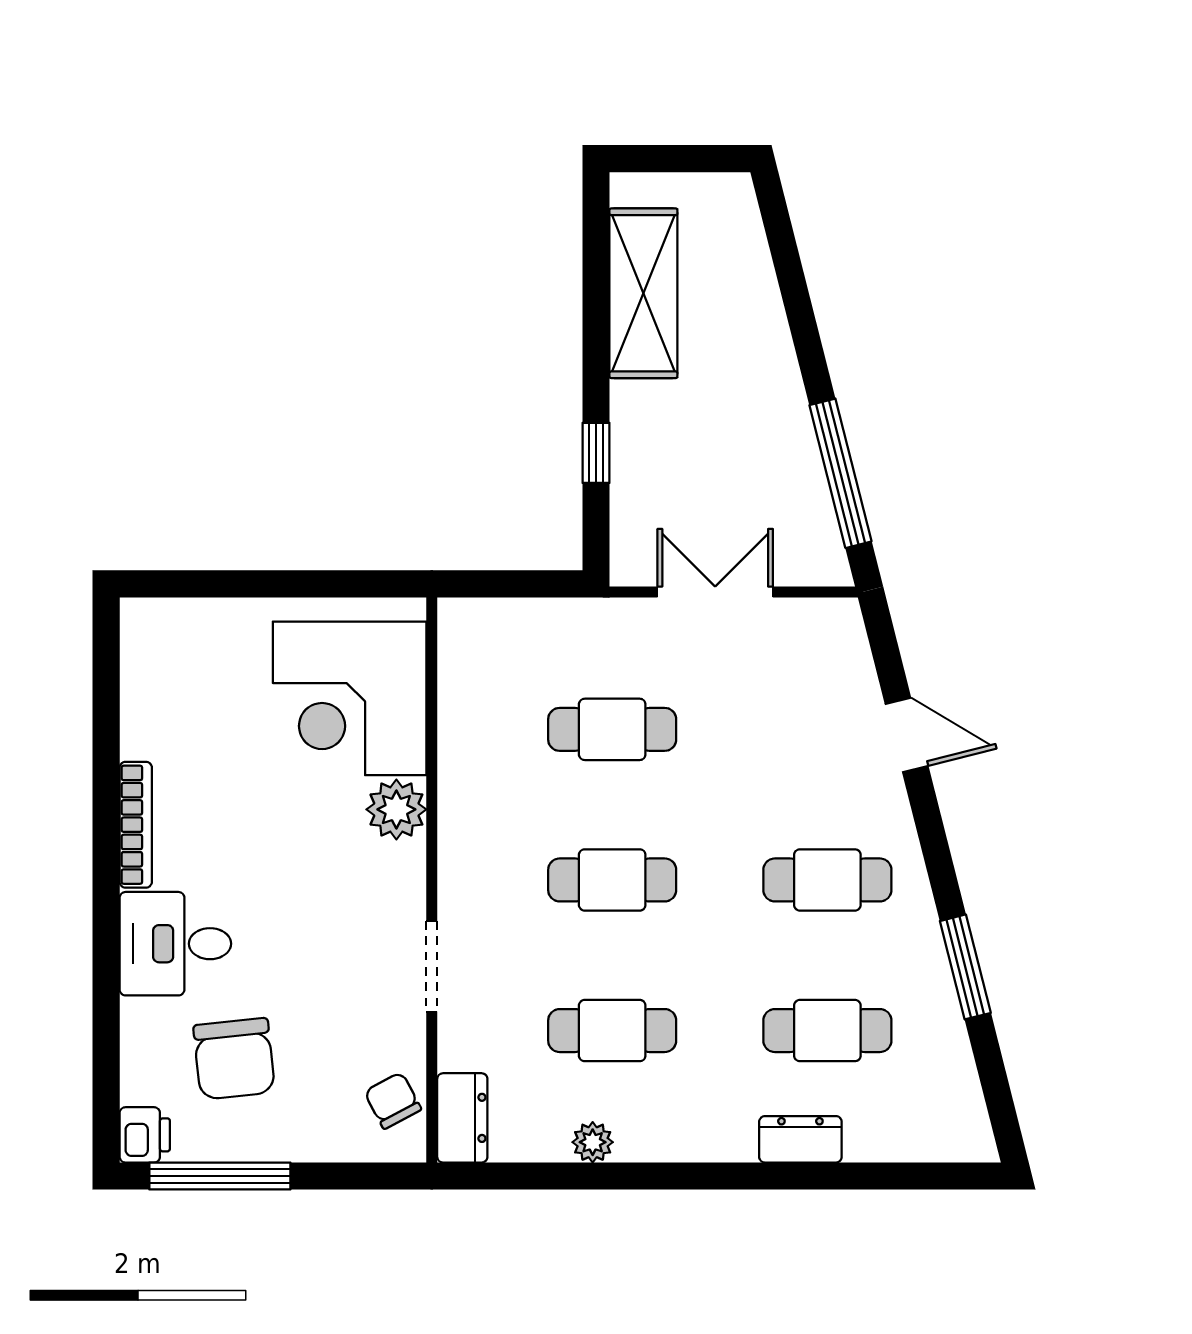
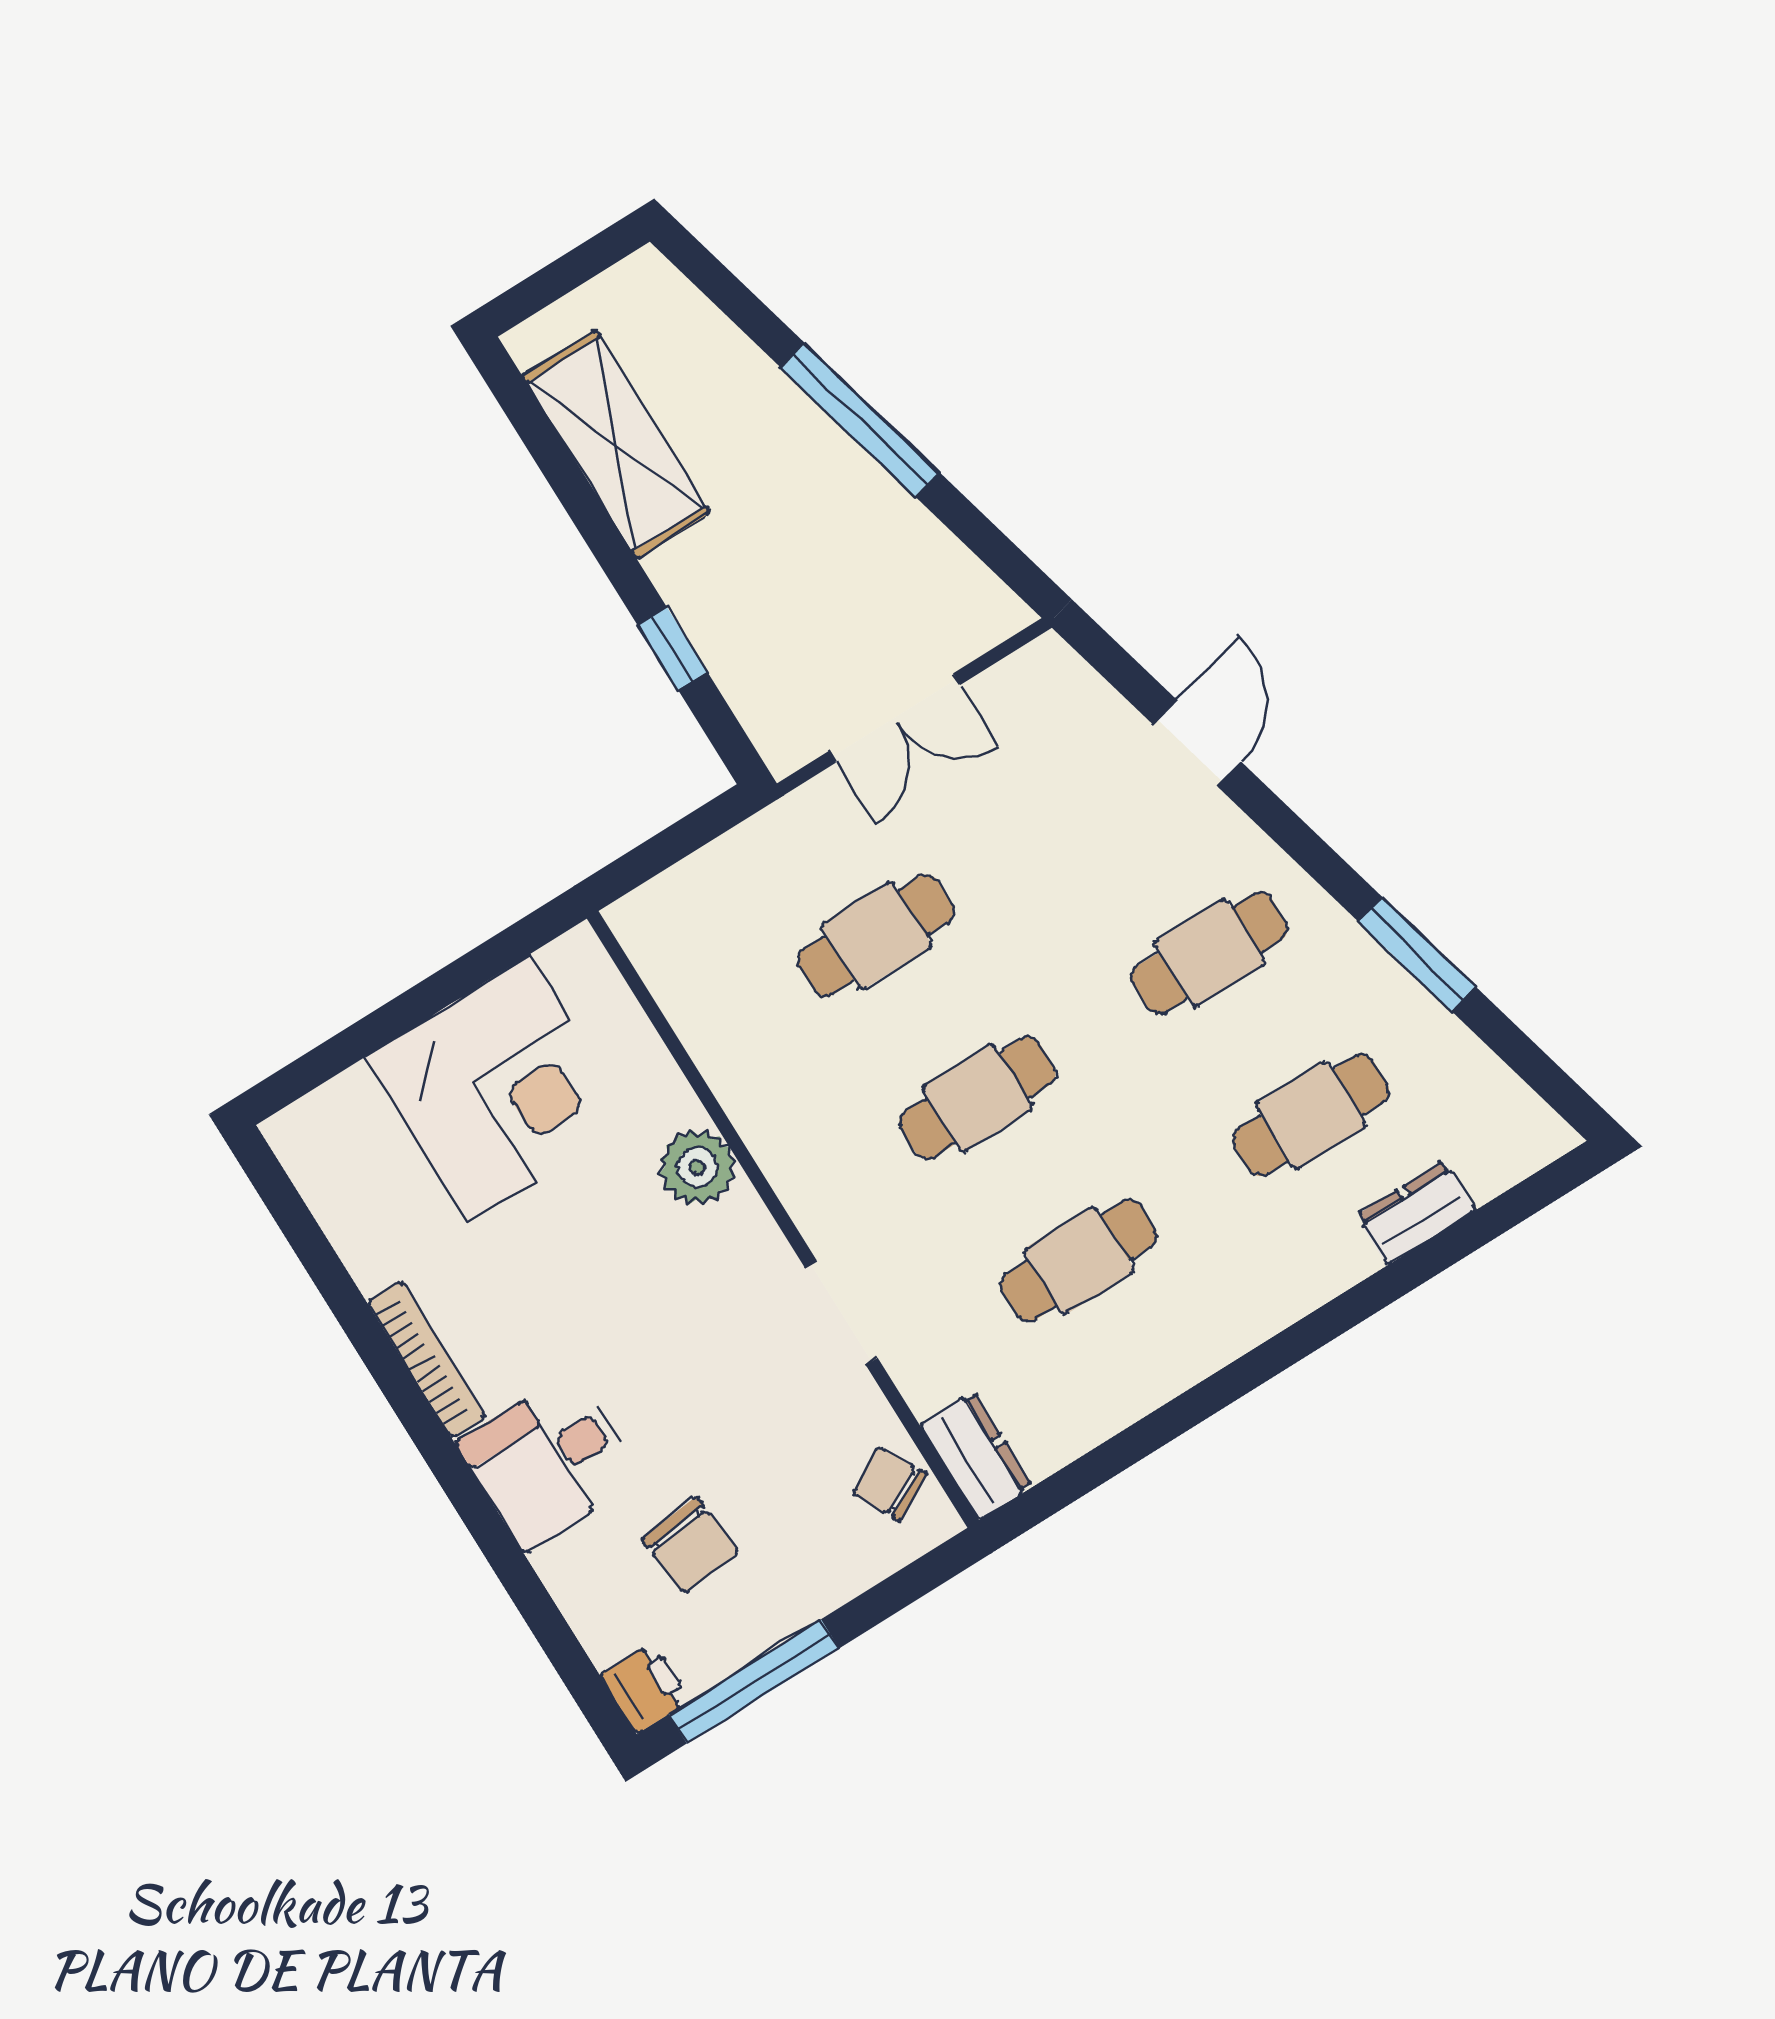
window: (840, 473) -> (860, 420), moved
double door: (715, 592) -> (894, 718), swing flipped
corner desk: (350, 698) -> (499, 1088), moved, turned -90
door: (907, 735) -> (1197, 743), hinge flipped
chair: (234, 1059) -> (690, 1545), width x0.73, depth x0.73
dresser: (800, 1139) -> (1416, 1213), moved
plant: (593, 1142) -> (1133, 1394), removed

